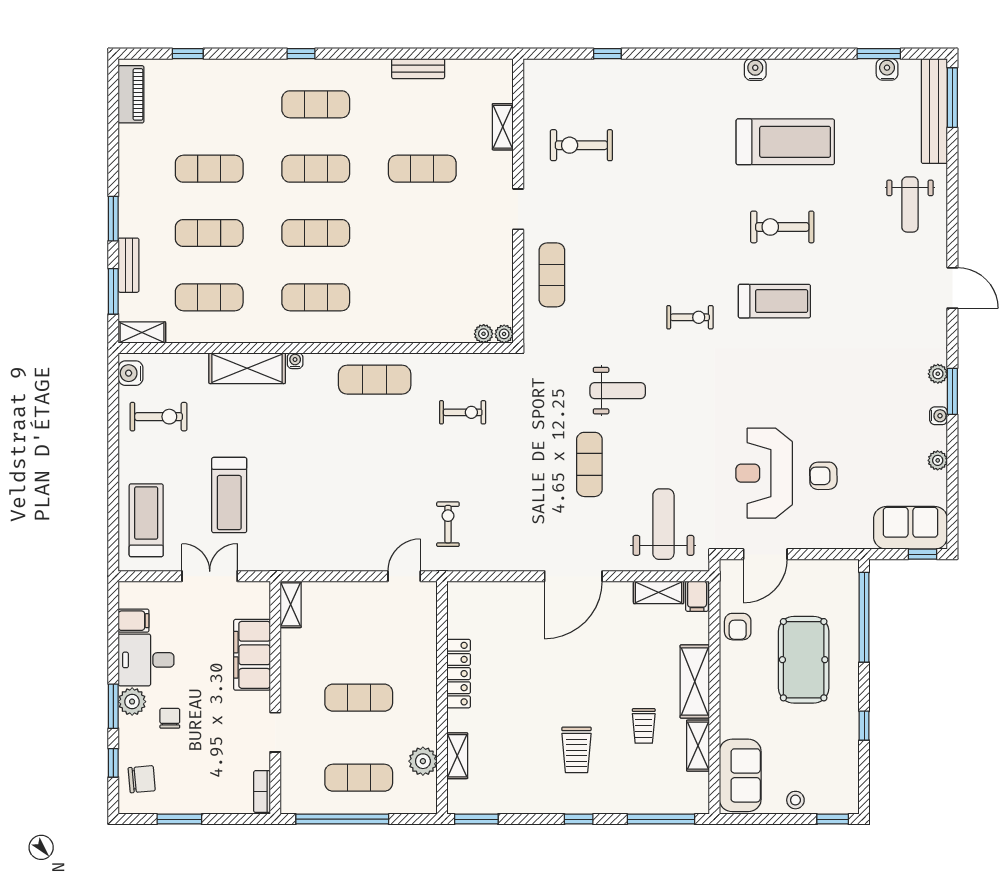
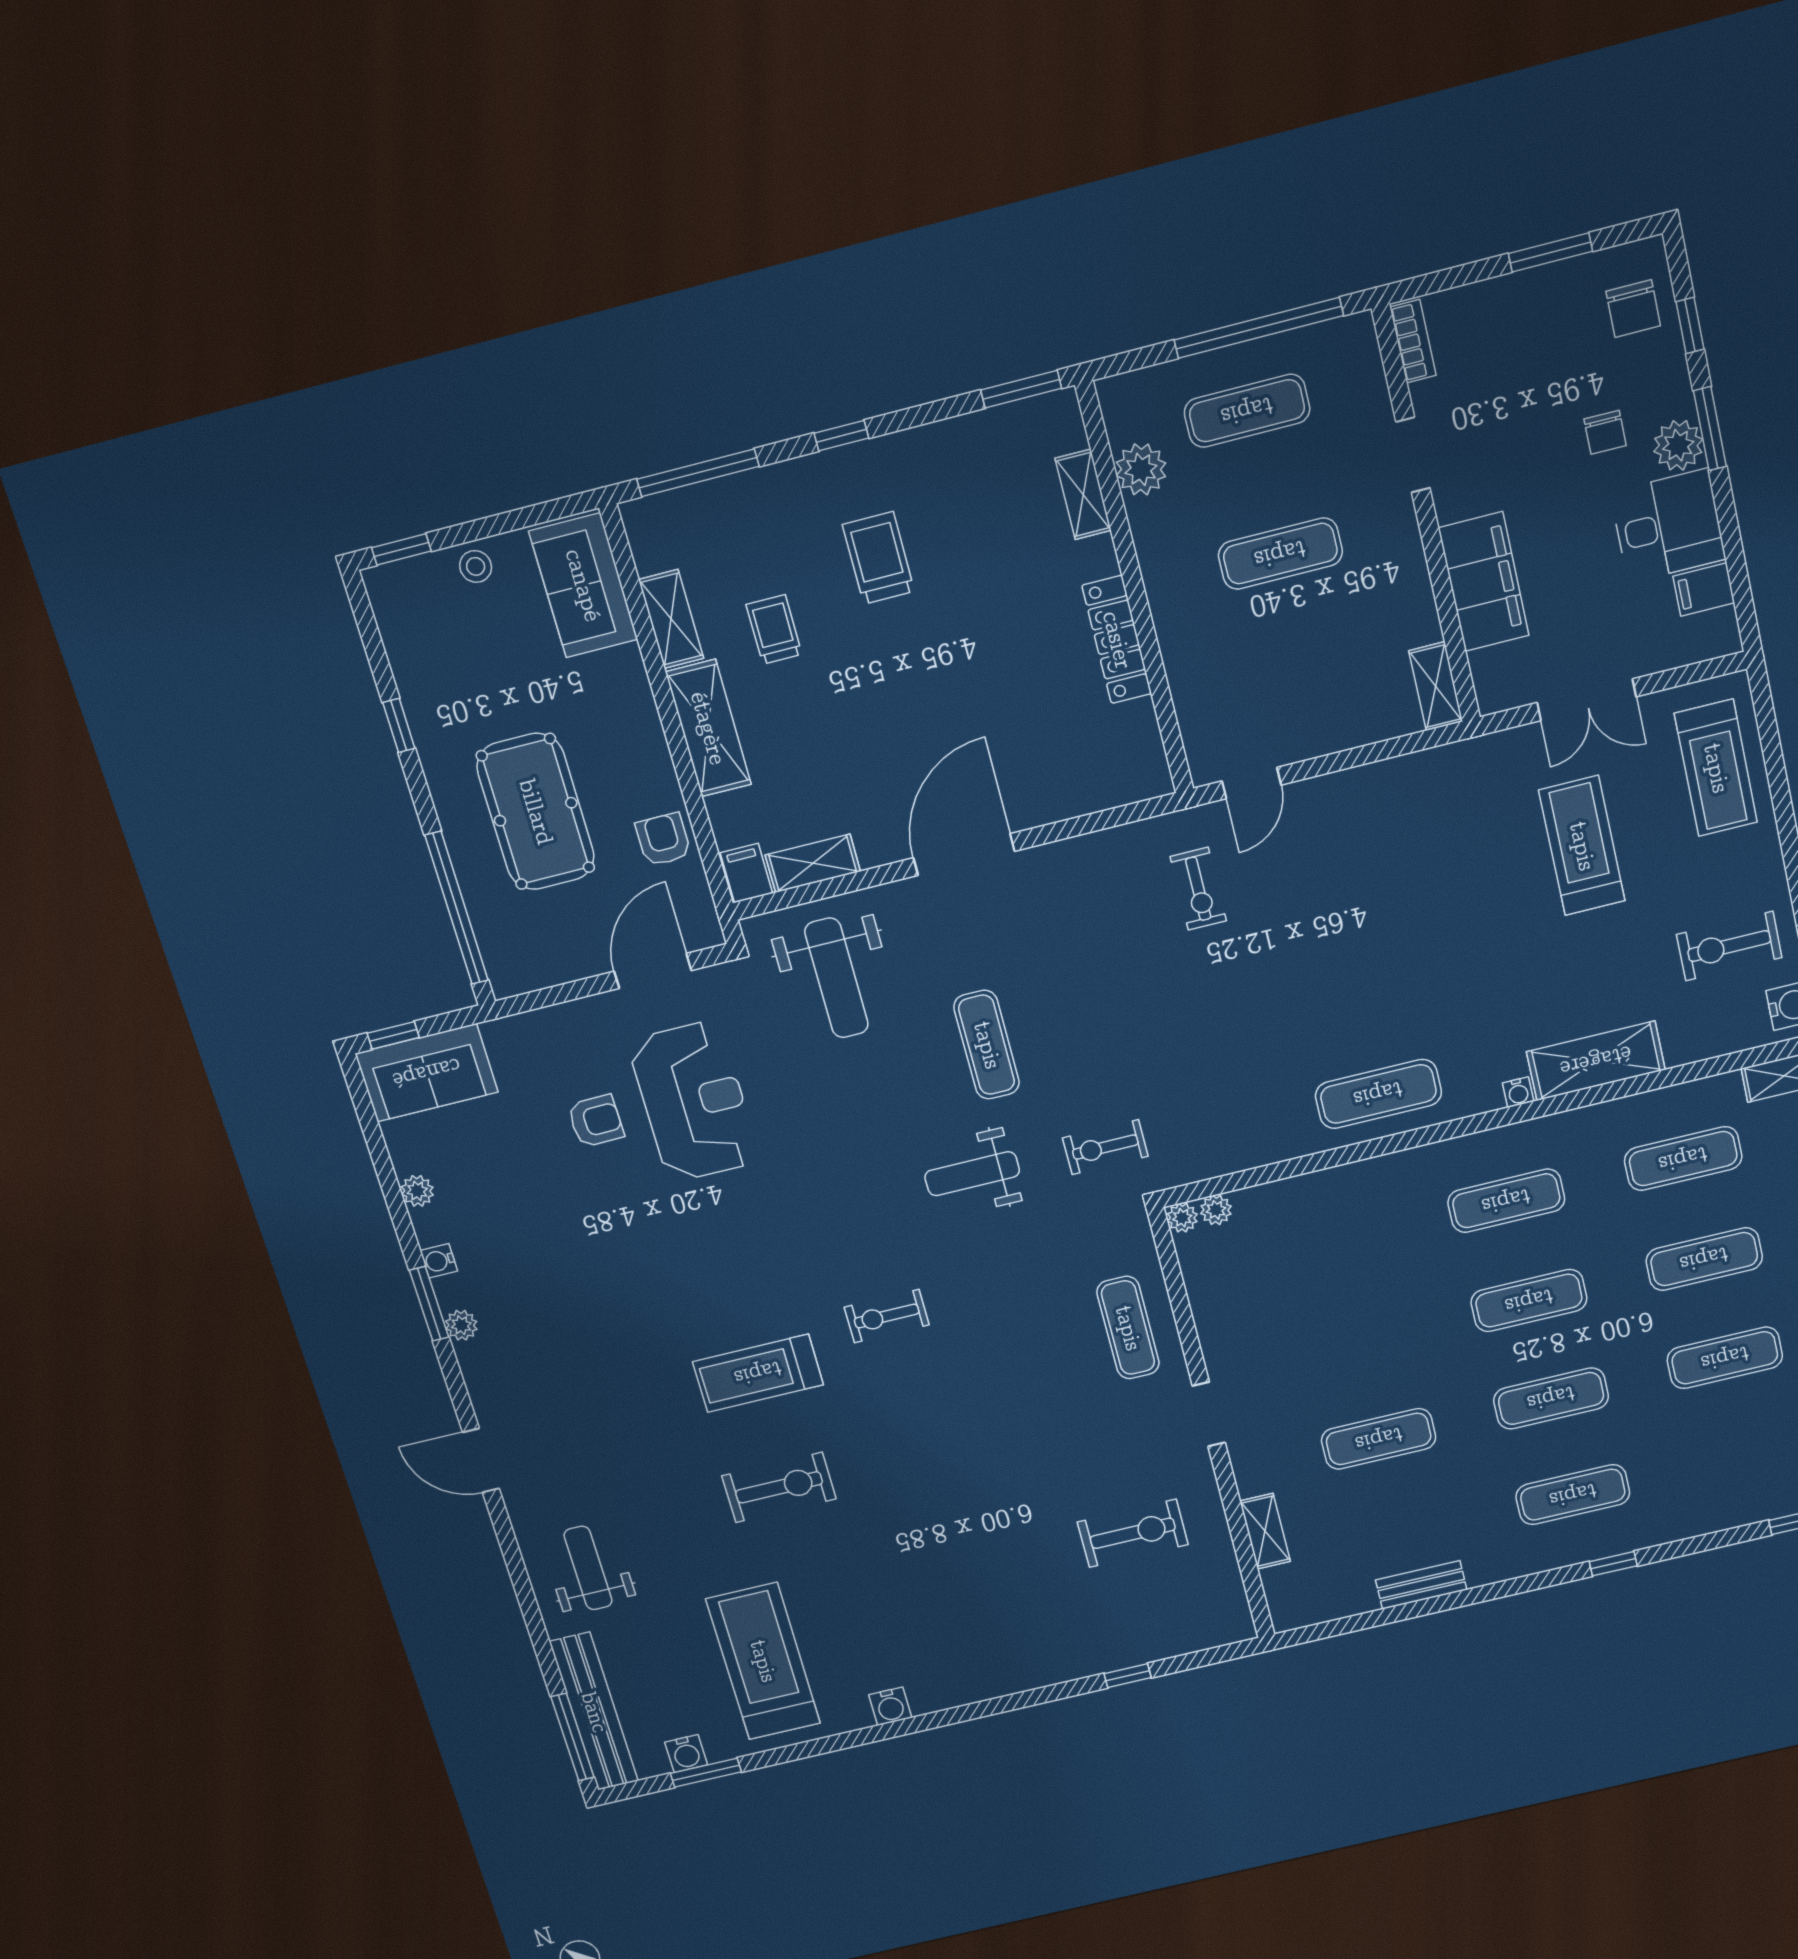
treadmill: (785, 142) -> (763, 1661), moved, turned 90
exercise bike: (463, 412) -> (1105, 1147), moved
chair: (142, 779) -> (1633, 309), turned -85

